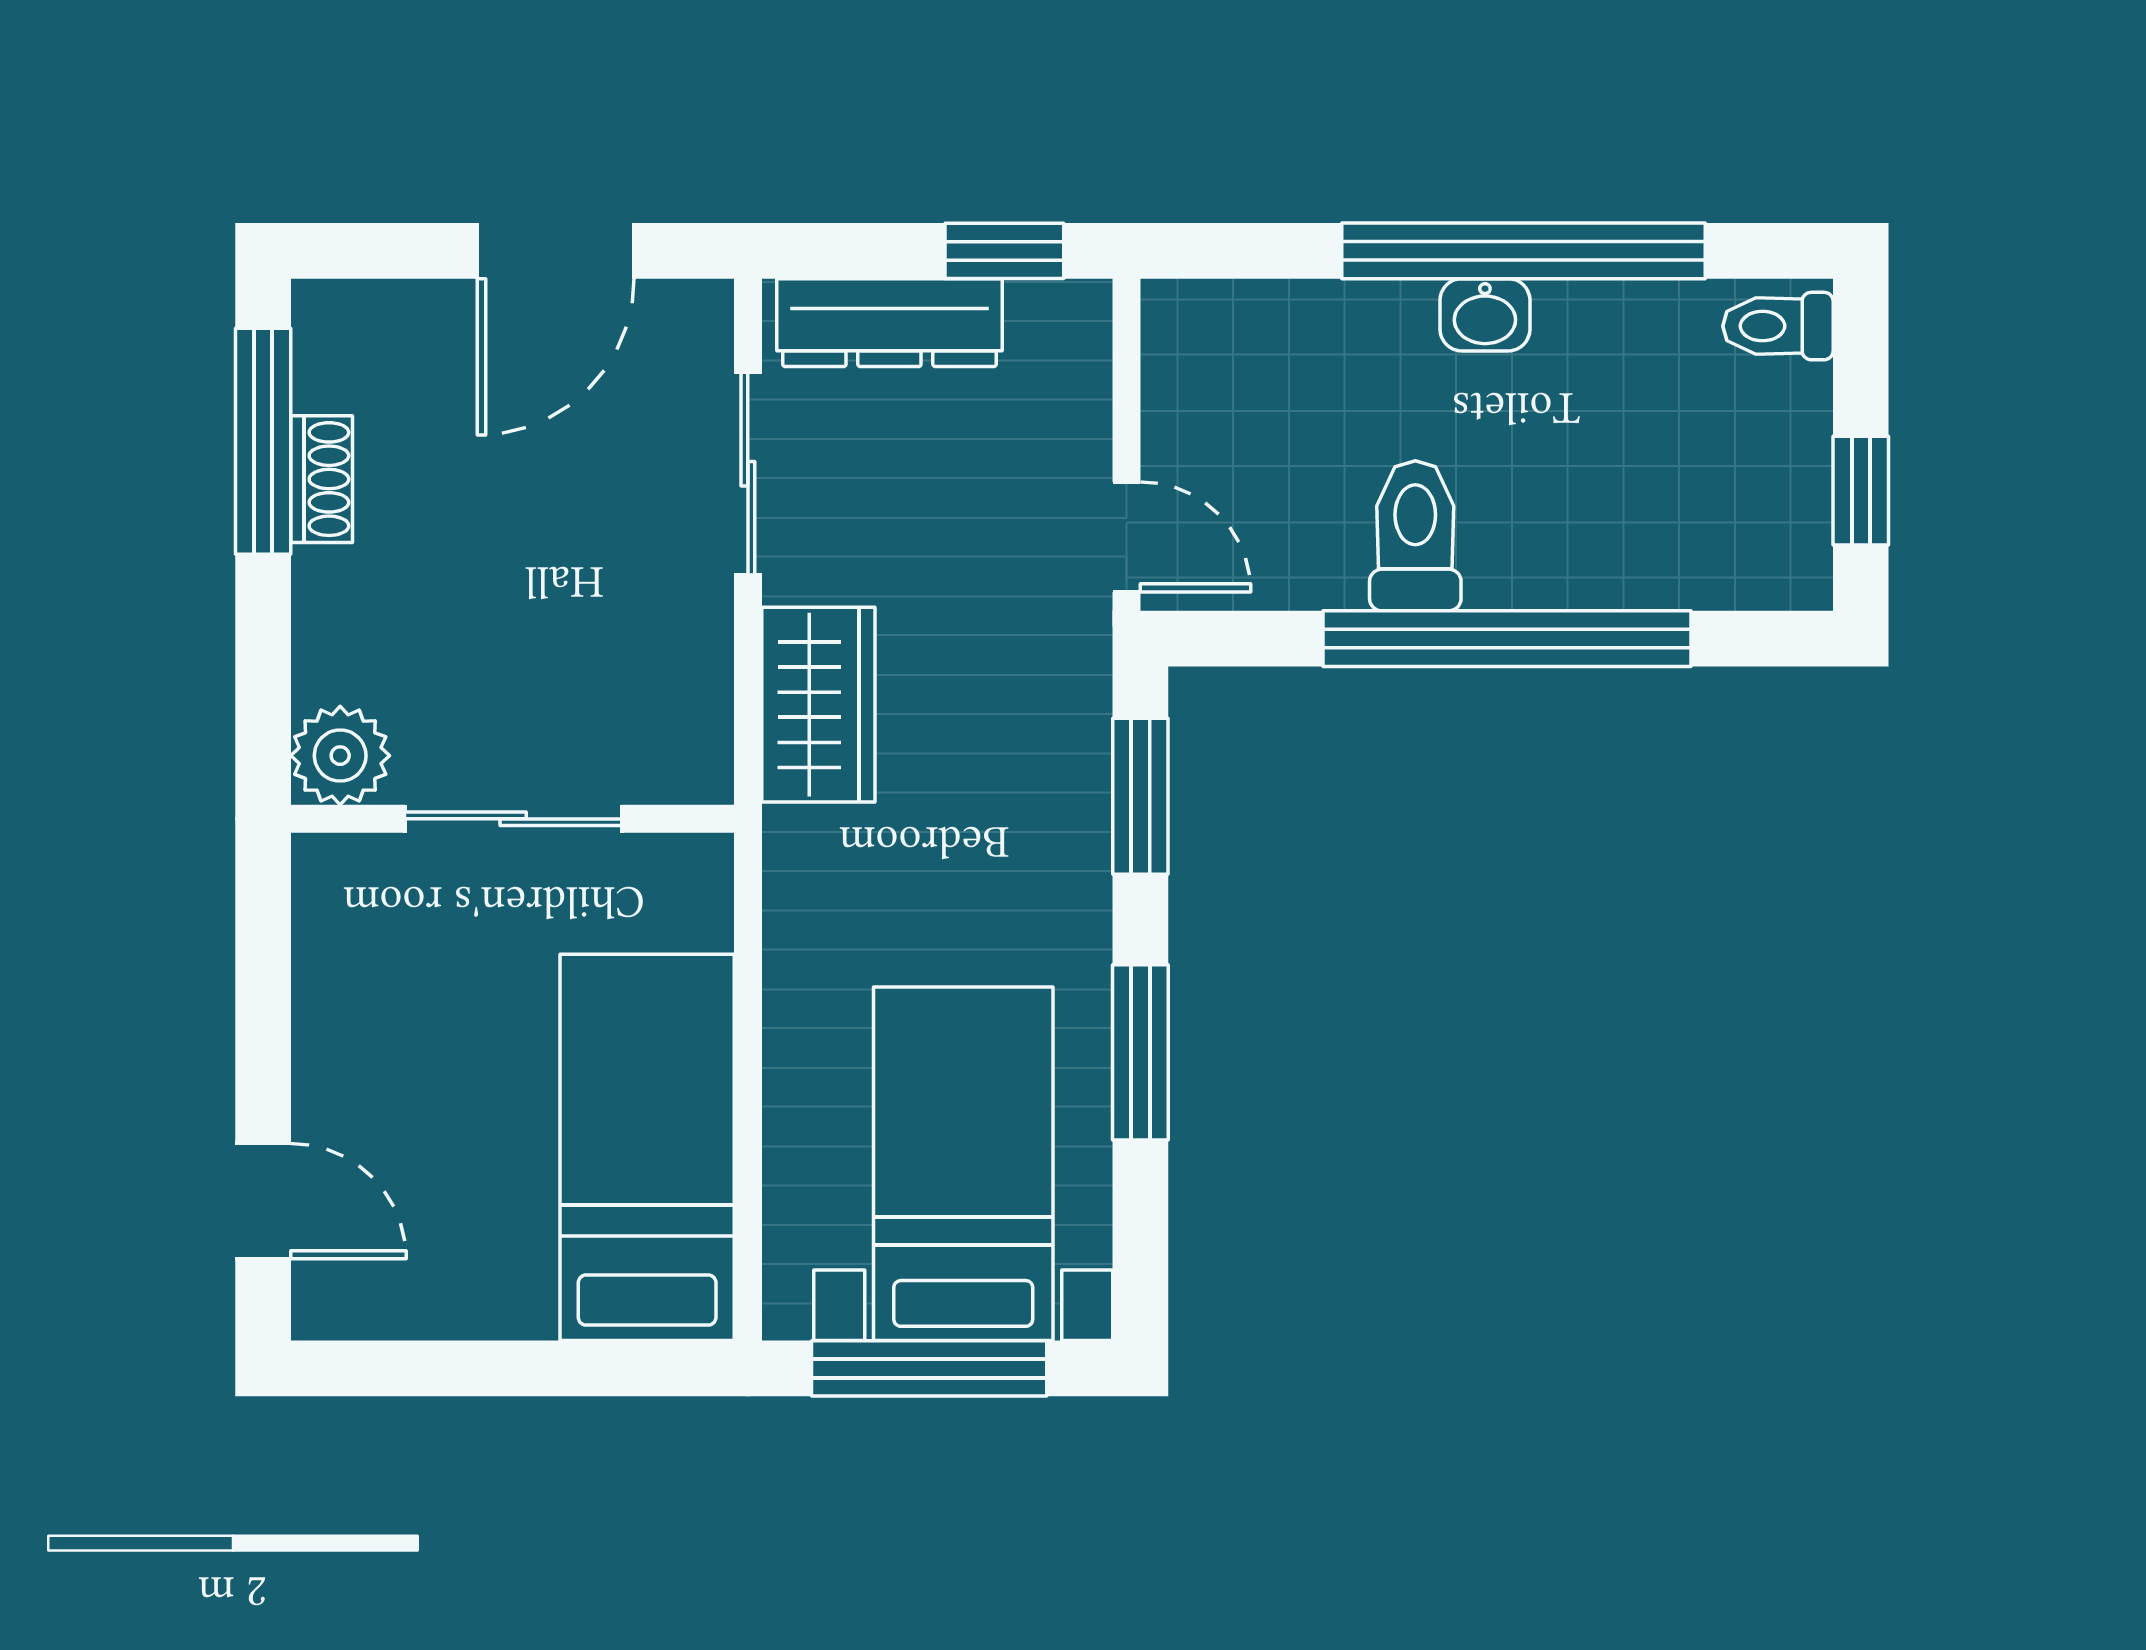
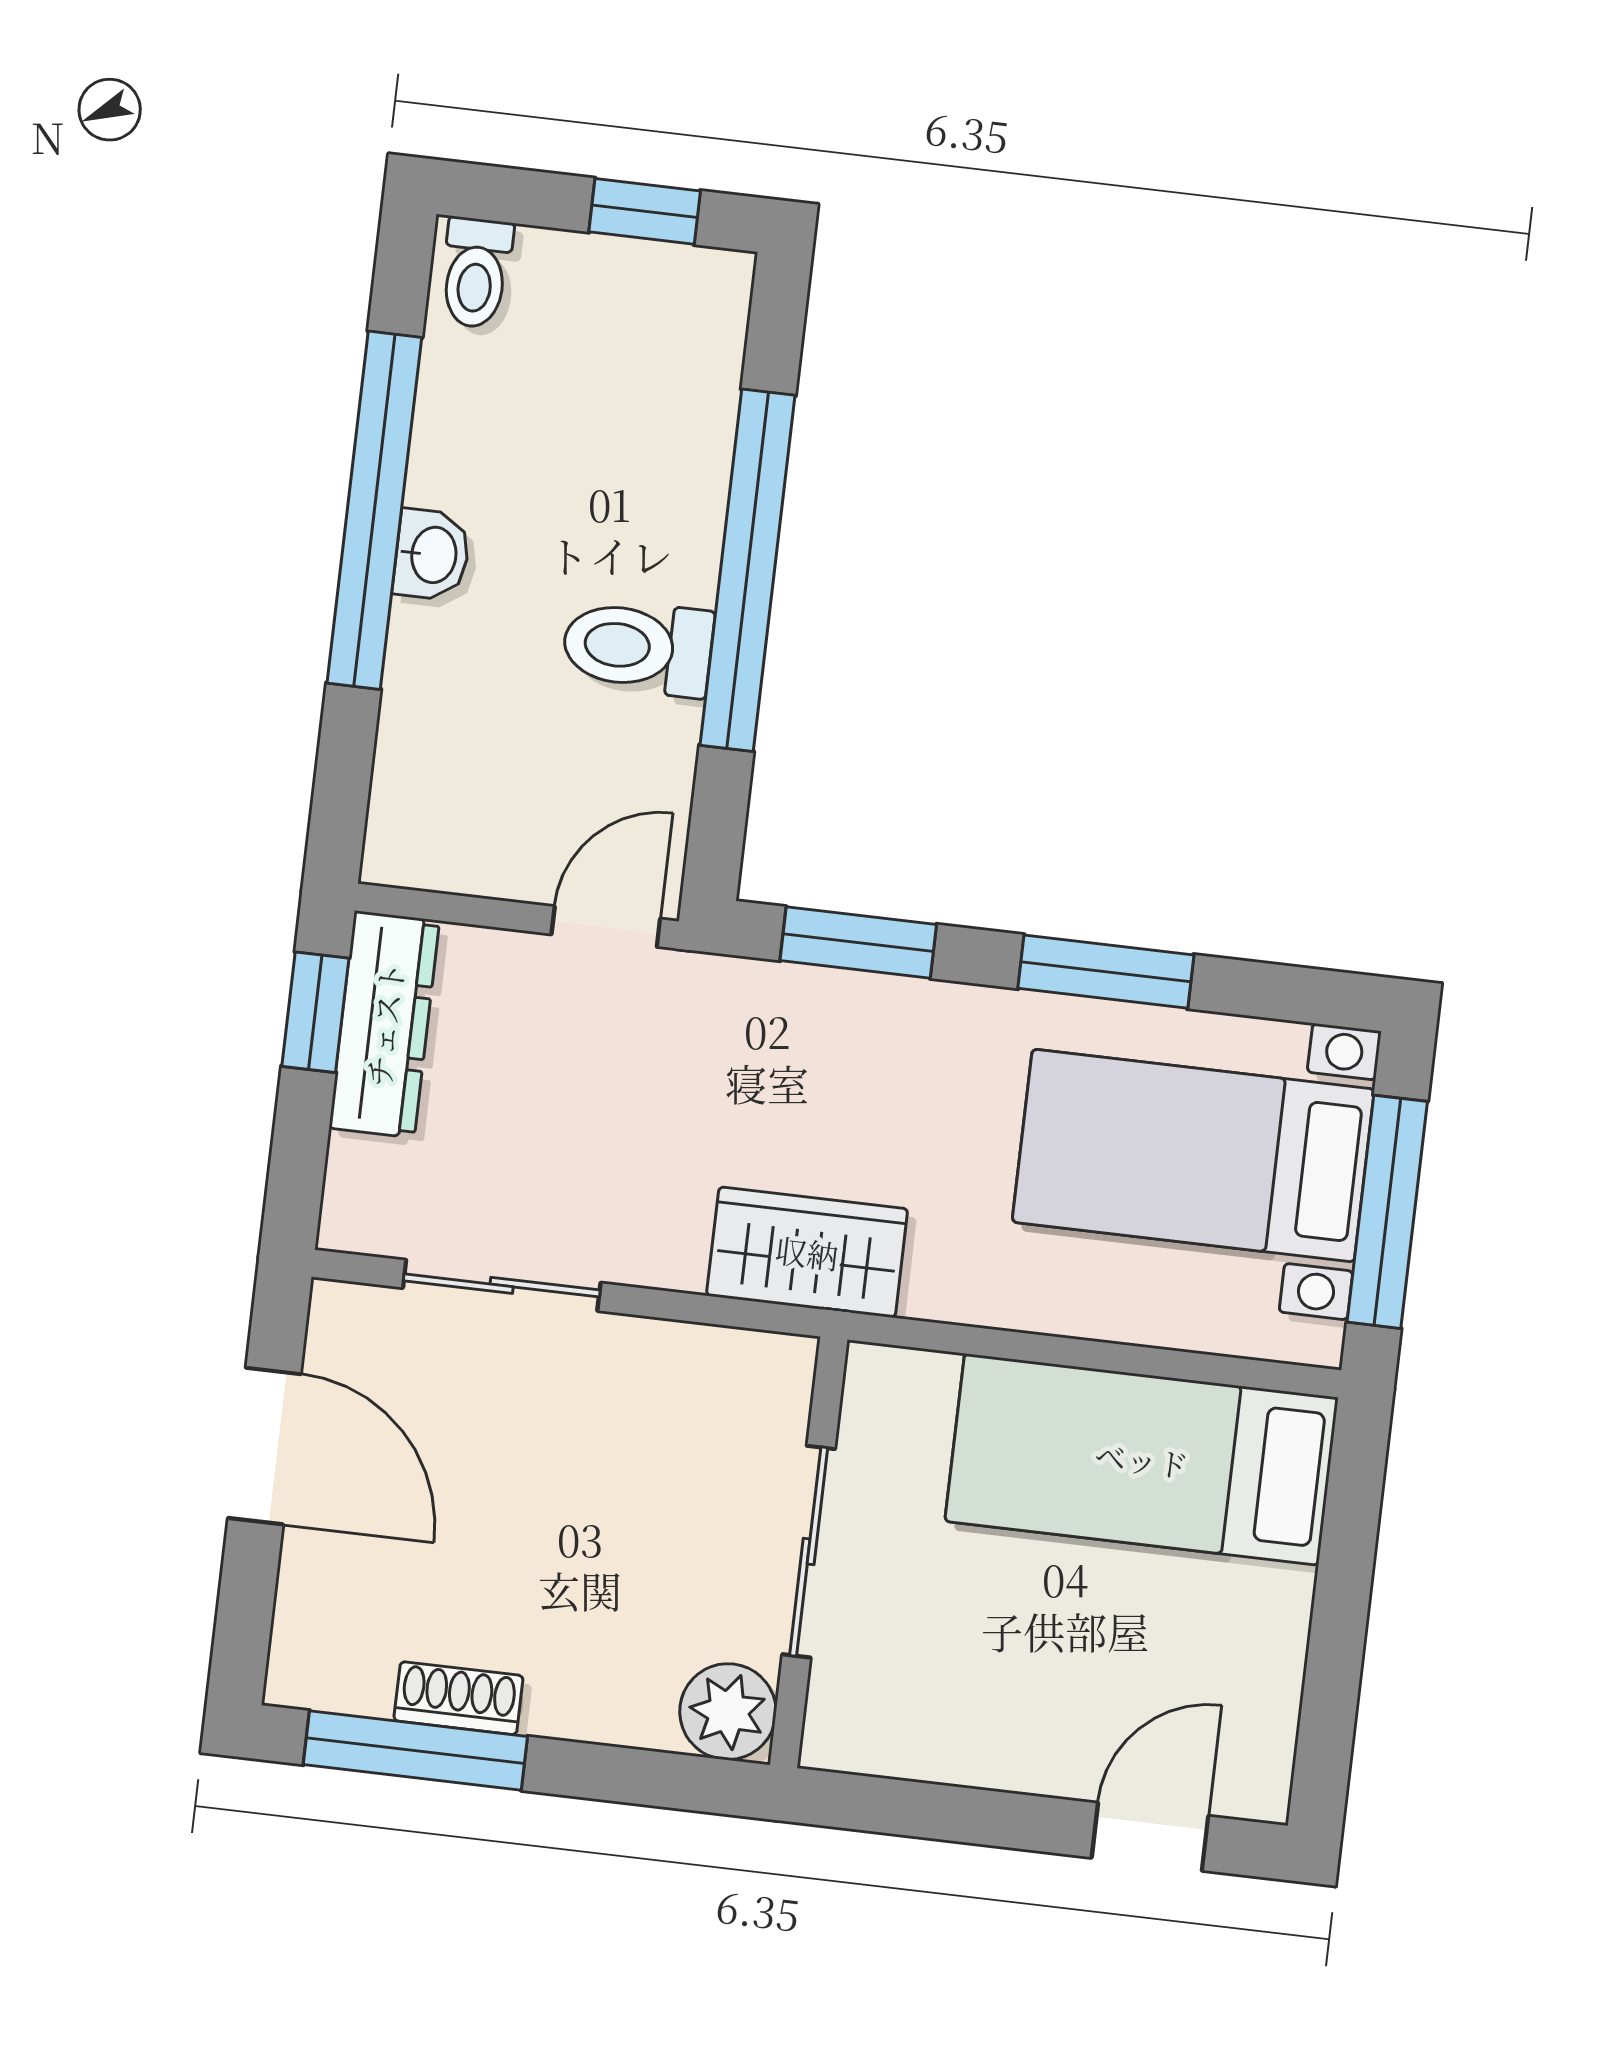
dresser: (889, 323) -> (384, 1024), moved
wardrobe: (818, 705) -> (807, 1252), moved

